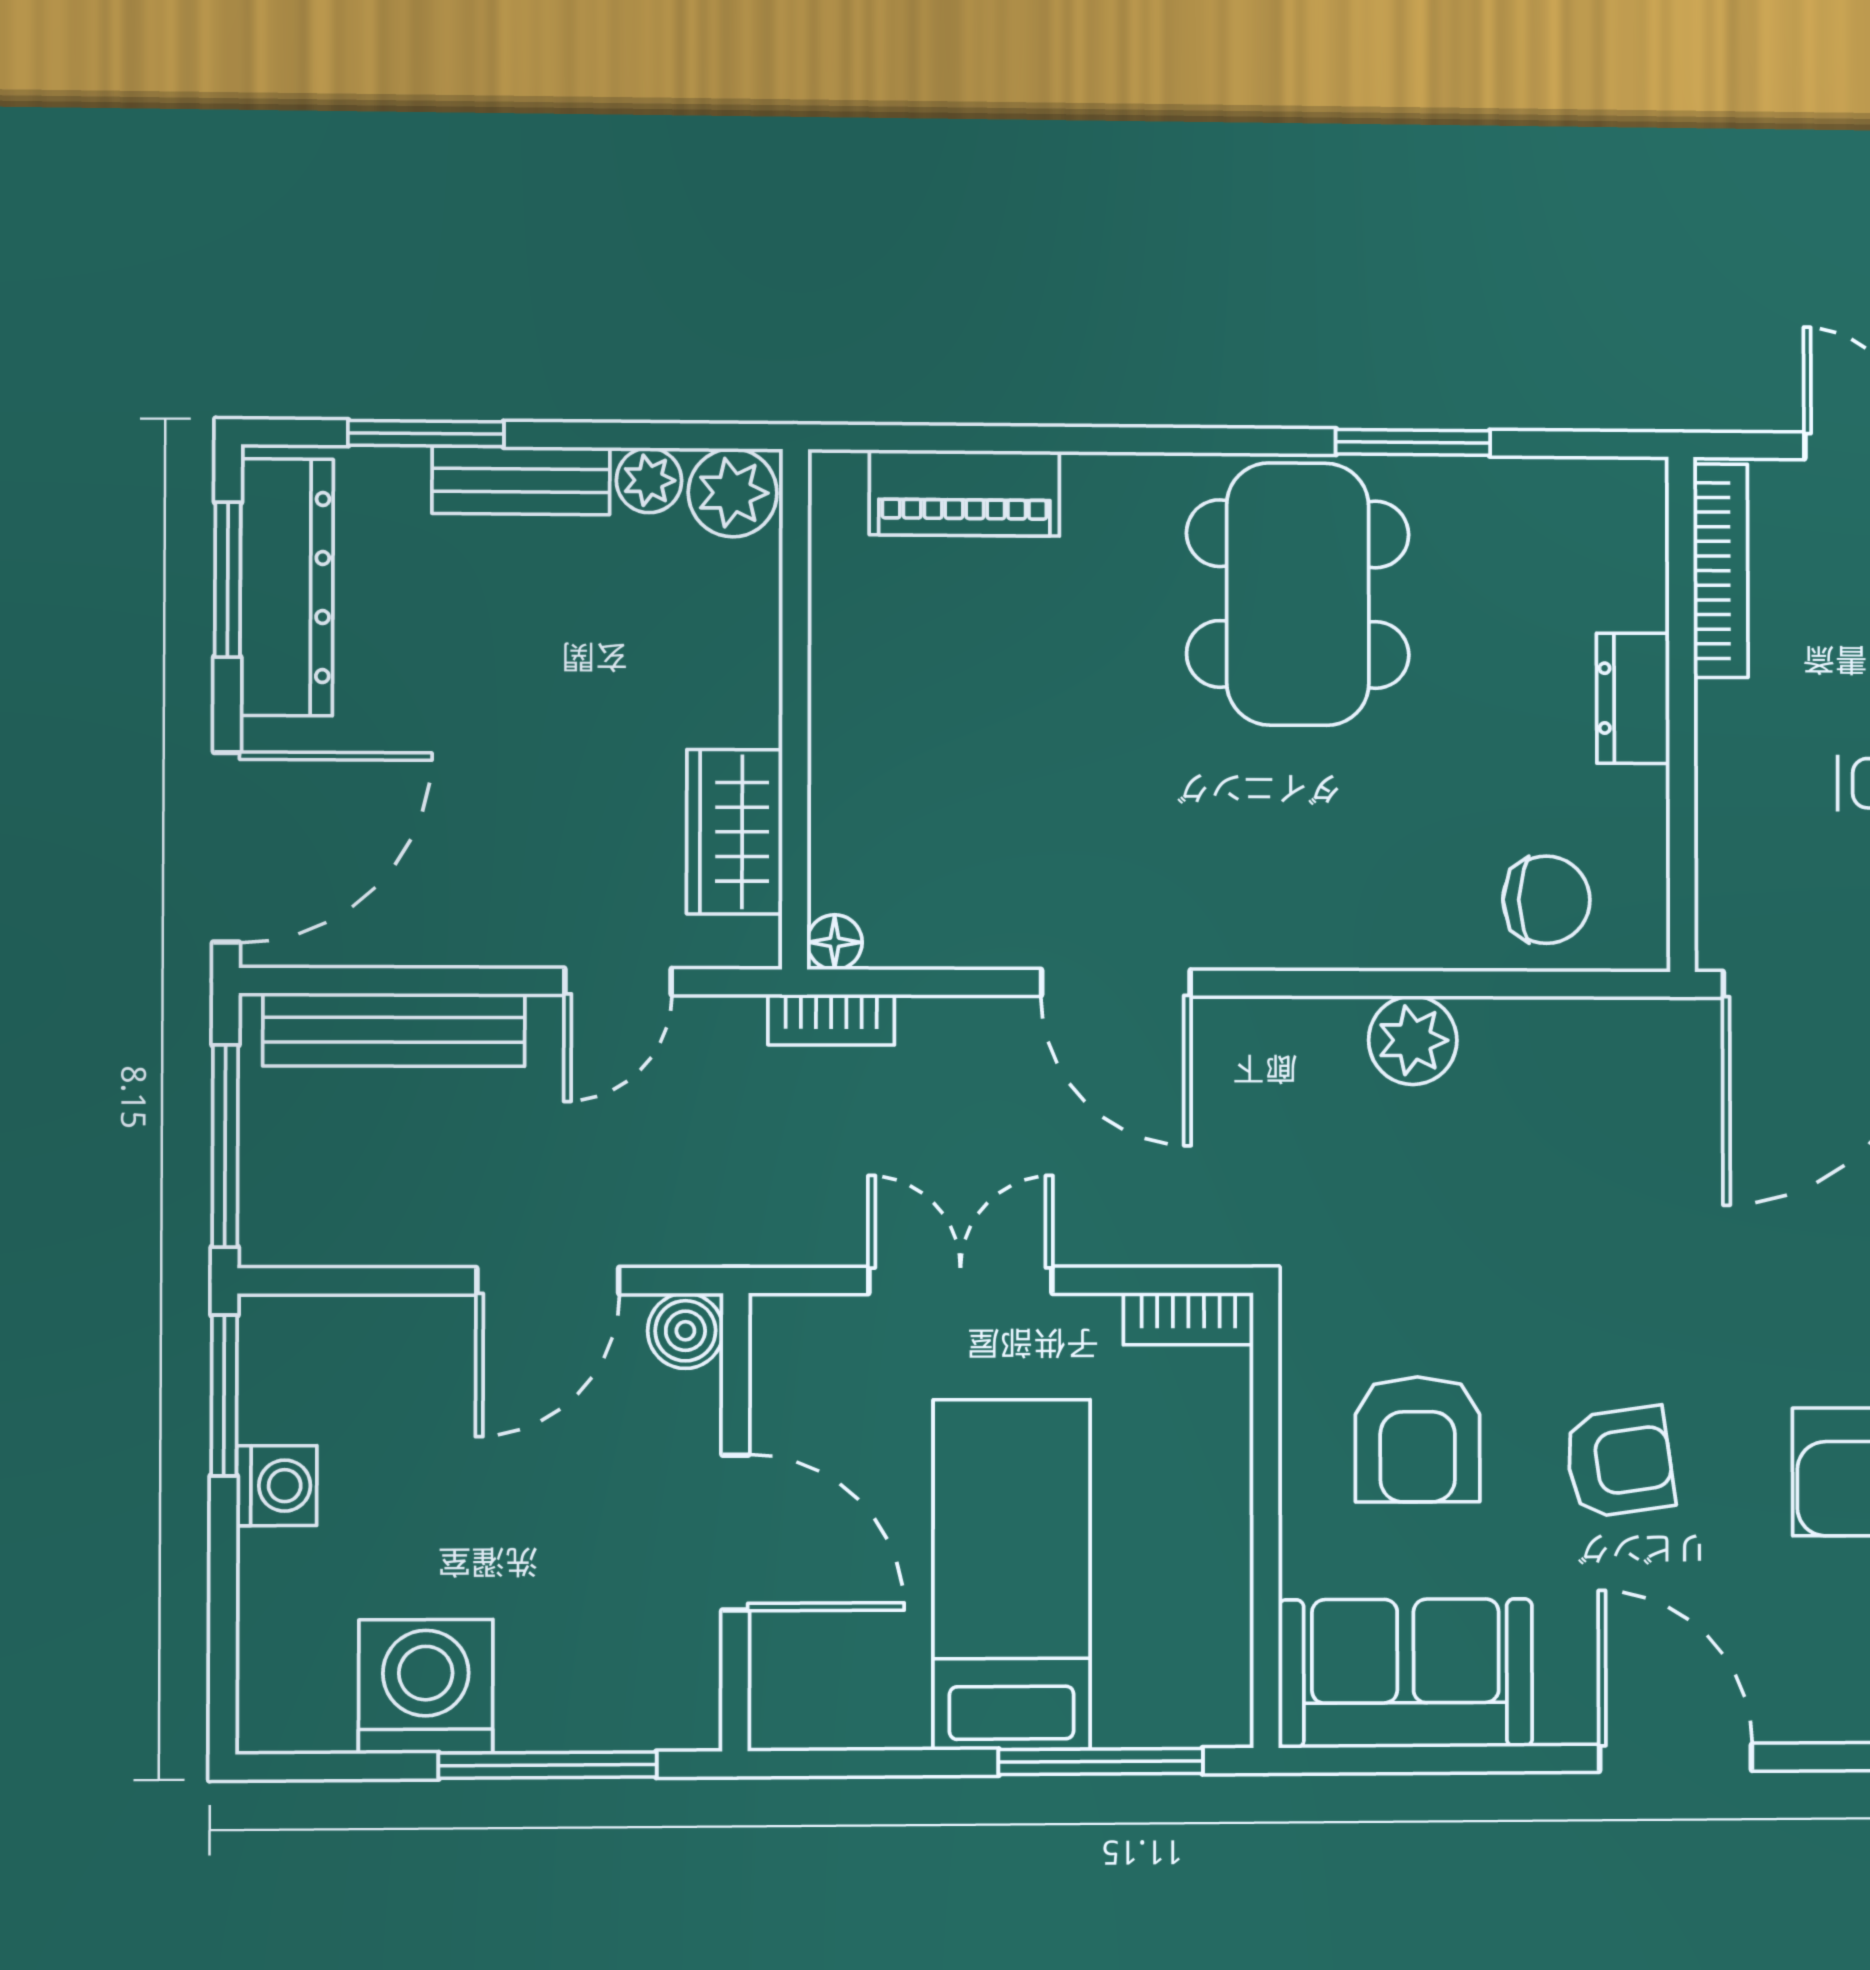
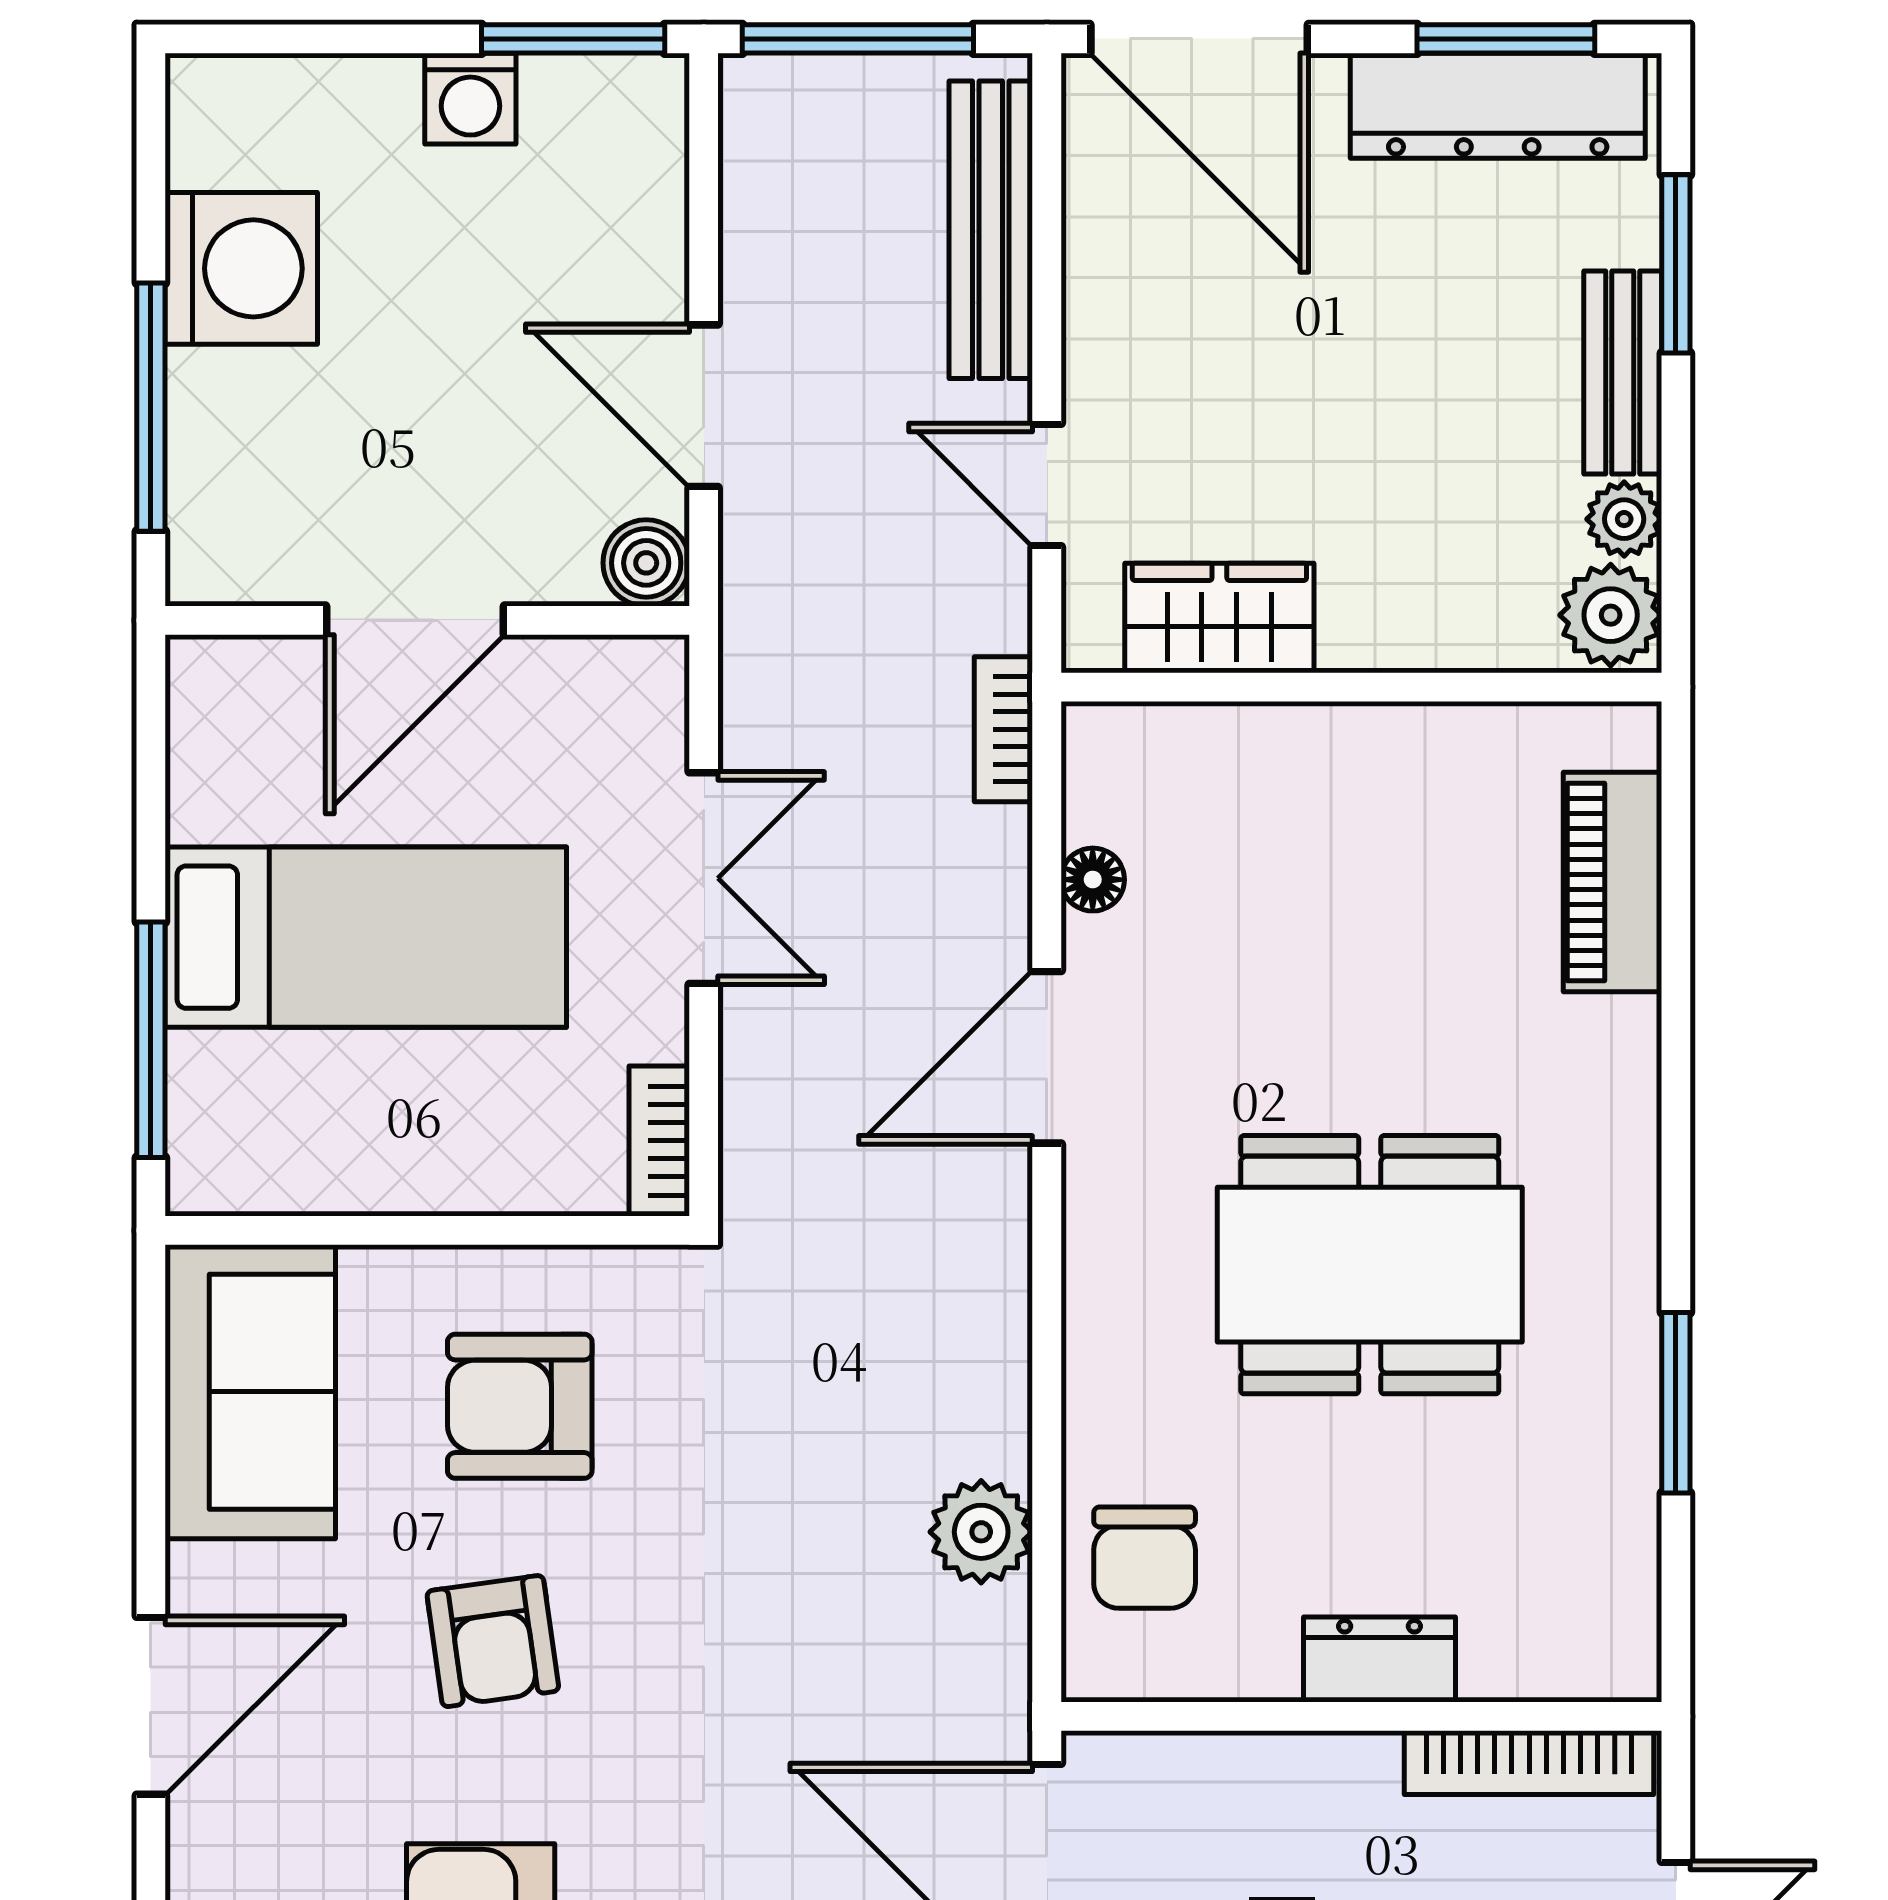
dining table: (1298, 594) -> (1370, 1265), moved
floor lamp: (835, 942) -> (1093, 880), moved
plant: (1413, 1040) -> (981, 1532), moved

